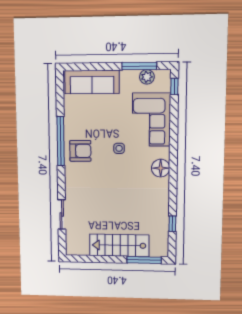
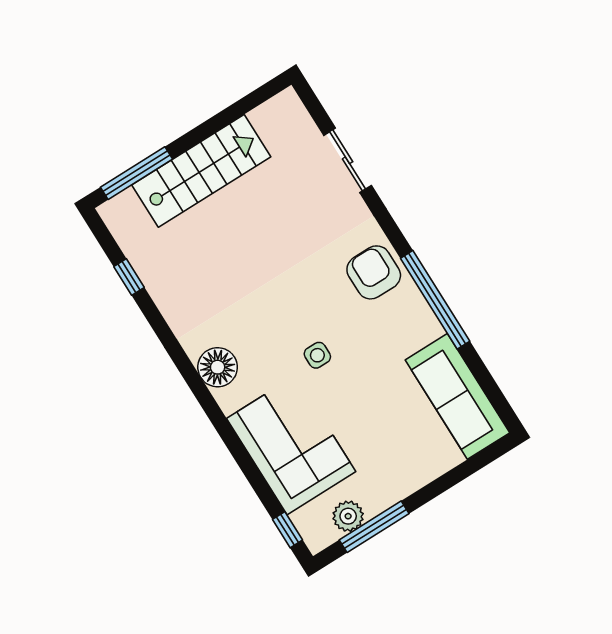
sofa: (92, 82) -> (457, 396), moved, turned -90
armchair: (80, 151) -> (374, 272), moved, turned 90

